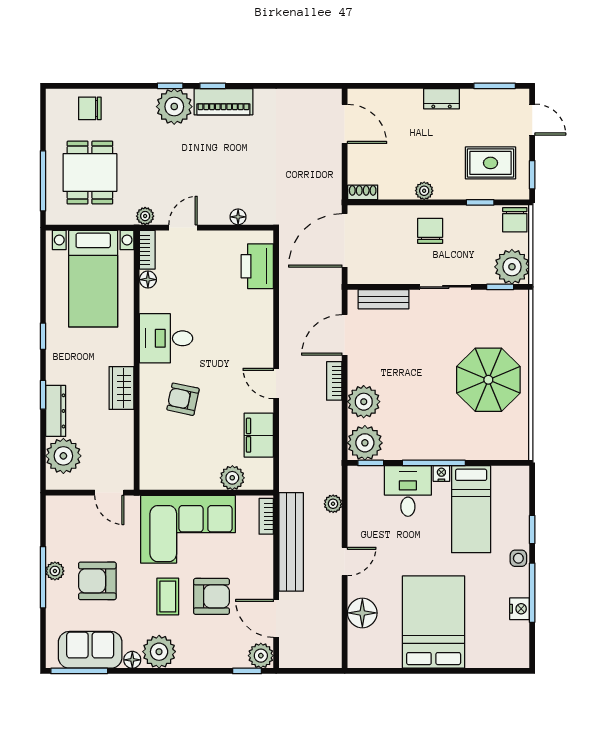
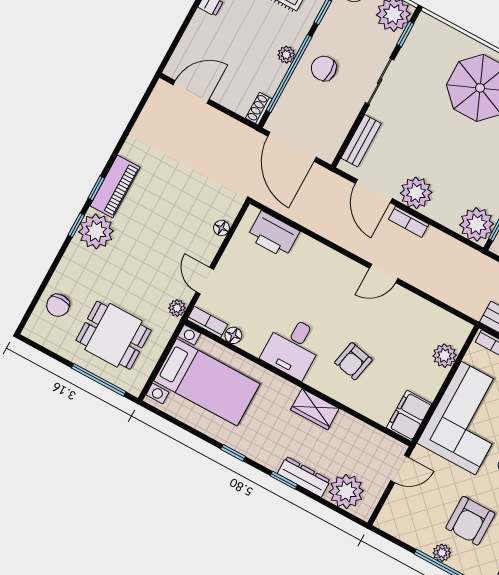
window: (409, 202) -> (289, 73), added
plant: (364, 402) -> (416, 193), moved
filing cabinet: (259, 435) -> (409, 416), moved, turned 90

